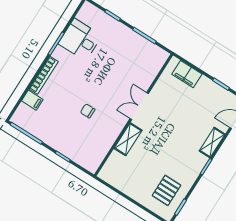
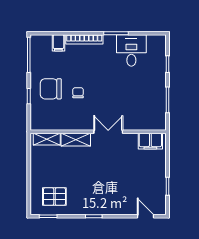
filing cabinet: (187, 74) -> (150, 141), moved, turned -90
chair: (69, 133) -> (51, 89), added
shelving: (212, 143) -> (47, 139), moved

